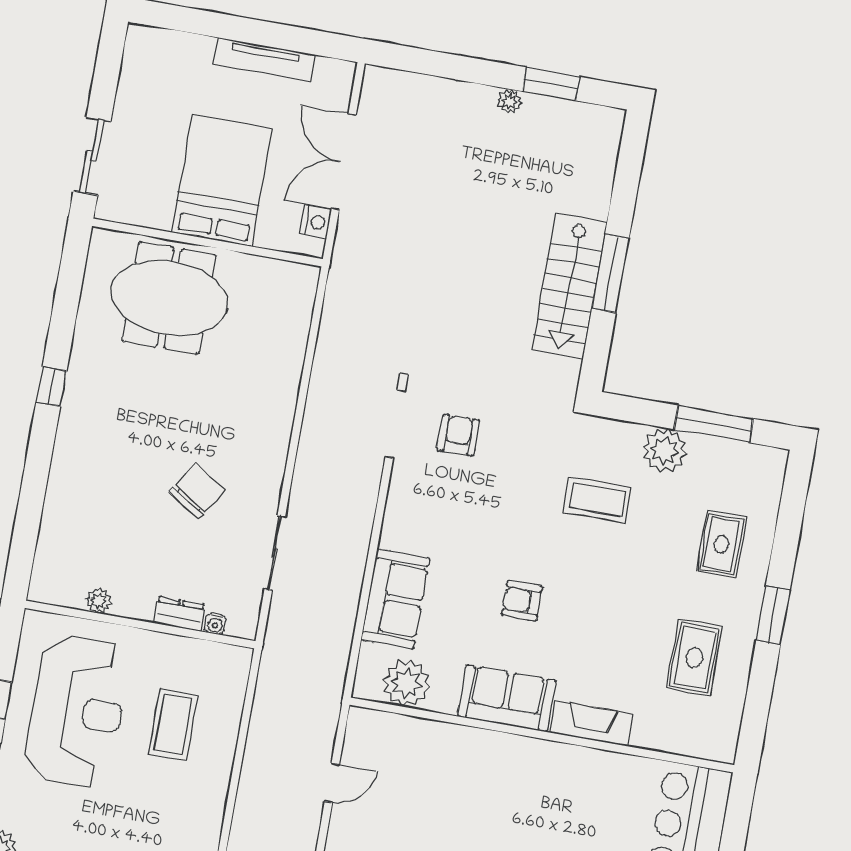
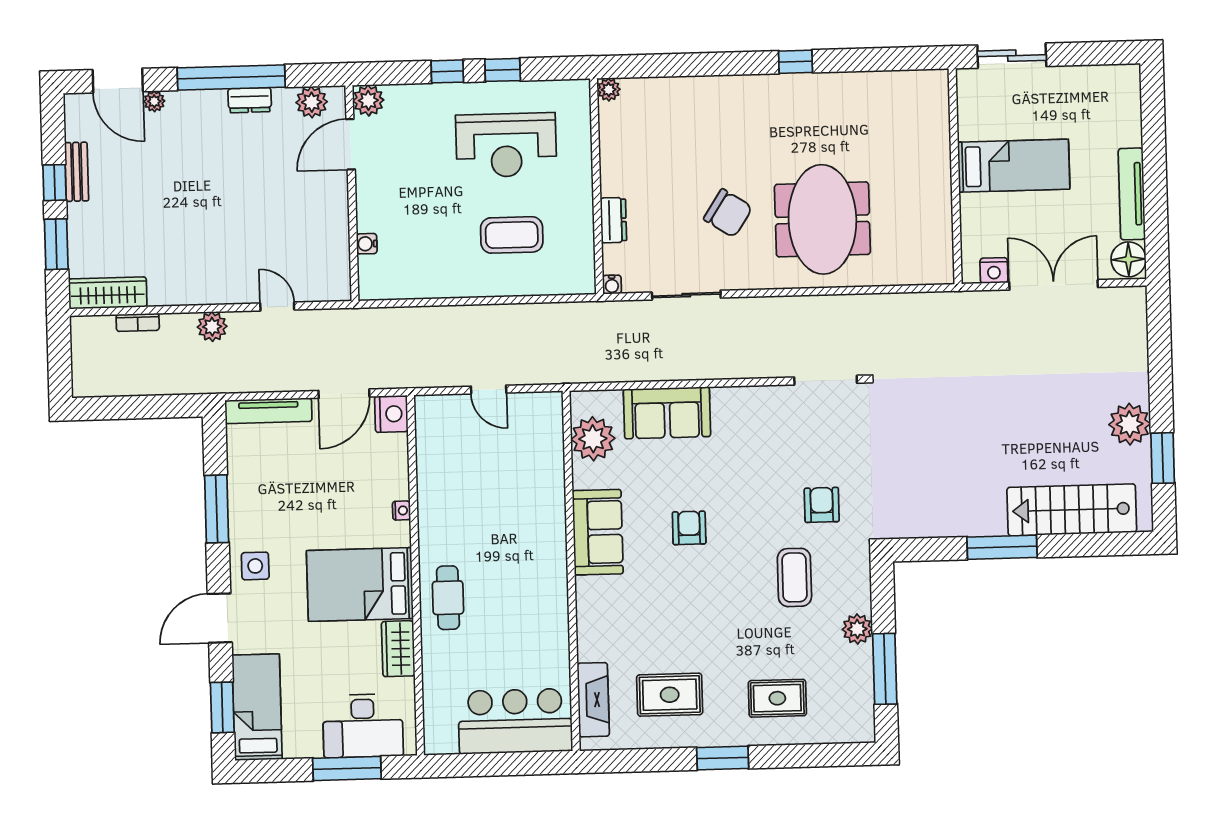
floor lamp: (333, 77) -> (1128, 259), added
plant: (510, 101) -> (1130, 424), width x1.87, depth x1.87
bed: (222, 181) -> (1014, 166), width x0.67
stairs: (569, 286) -> (1072, 510), moved
meeting table: (169, 298) -> (822, 219), moved
armchair: (458, 435) -> (822, 505), moved, turned -90
plant: (665, 450) -> (857, 629), width x0.73, depth x0.73
plant: (99, 601) -> (609, 90), moved
water cooler: (215, 624) -> (612, 285), moved, turned -90
reception desk: (77, 711) -> (506, 145), width x0.74, depth x0.77
fireplace: (591, 723) -> (593, 700), moved

